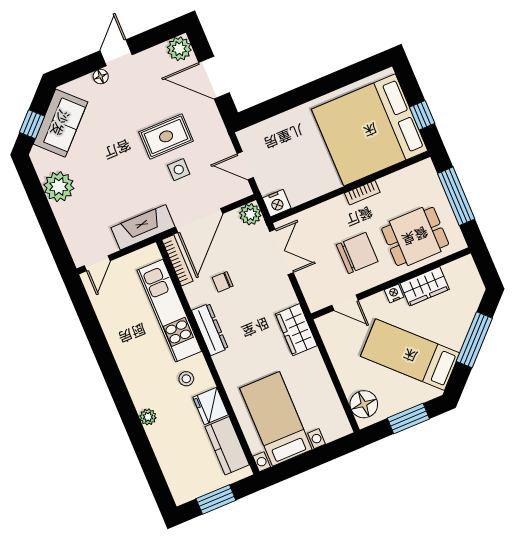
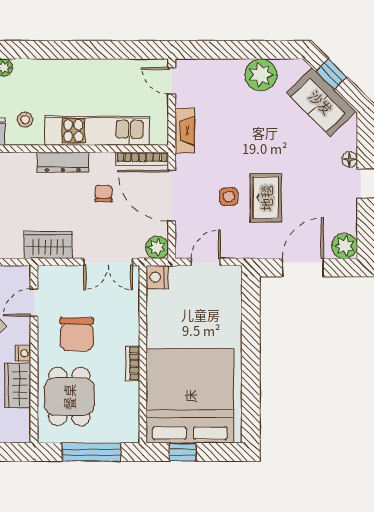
fireplace: (143, 227) -> (185, 131), width x0.73, depth x0.76
wardrobe: (296, 330) -> (48, 245), moved

